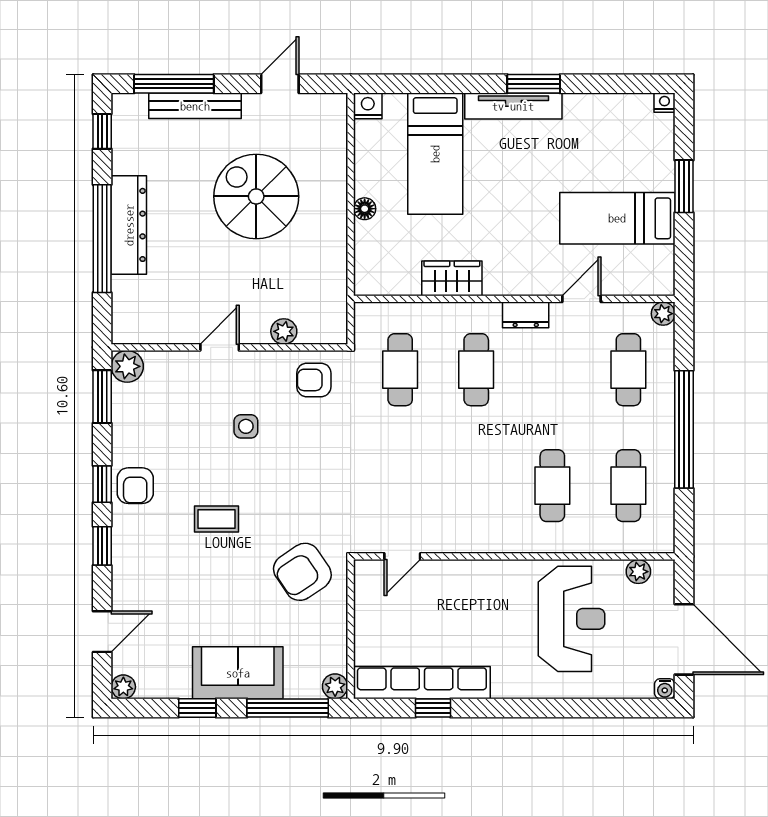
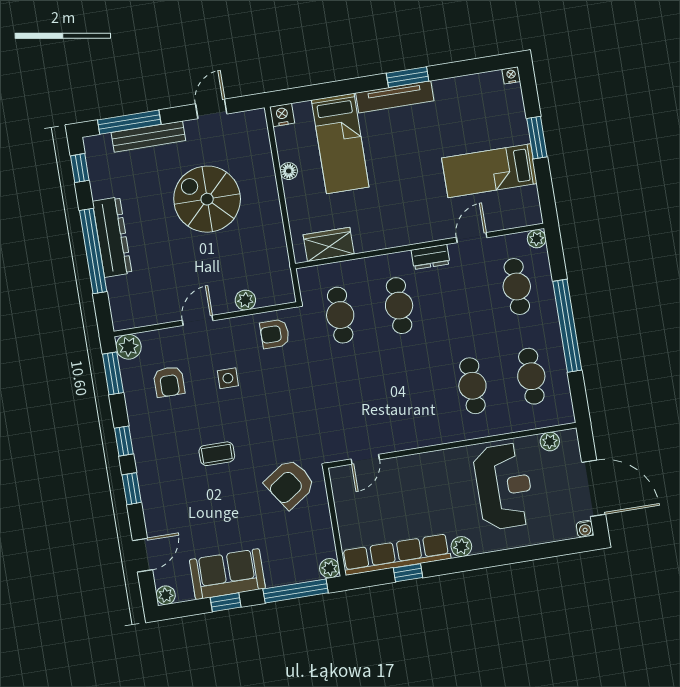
floor lamp: (365, 209) -> (289, 171), moved
wardrobe: (452, 278) -> (329, 244), moved
armchair: (135, 486) -> (169, 382), moved
sofa: (238, 673) -> (227, 574), moved
plant: (506, 686) -> (461, 547), added

